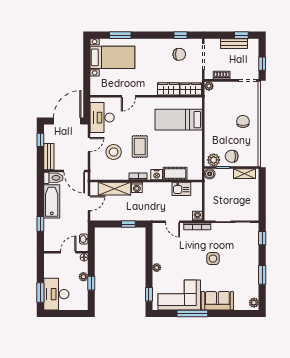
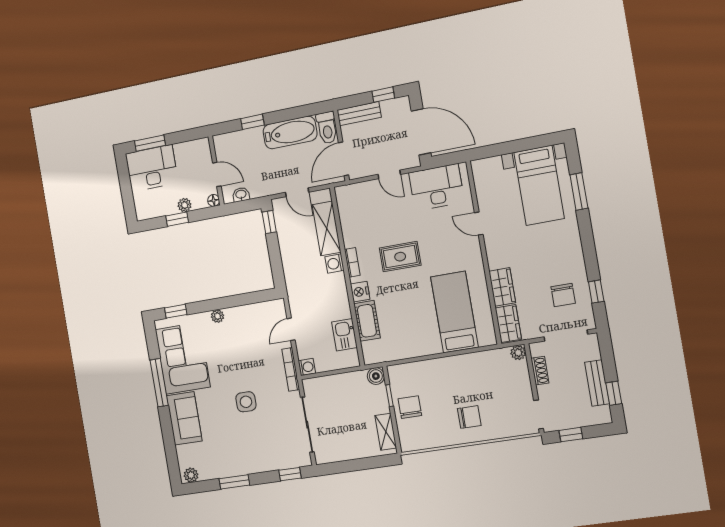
stool: (114, 152) -> (384, 216), removed
plant: (214, 160) -> (399, 379), removed
window: (128, 224) -> (269, 222), moved

